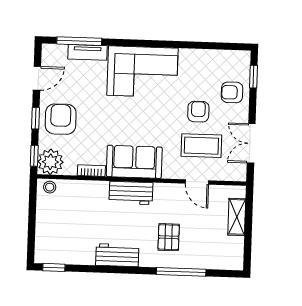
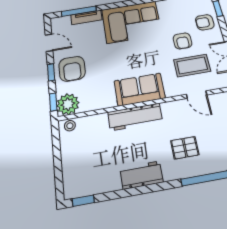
door: (37, 78) -> (49, 43), hinge flipped
armchair: (198, 112) -> (182, 41), turned 180
armchair: (61, 119) -> (72, 69), turned 180
bookcase: (91, 171) -> (104, 104), removed
workbench: (131, 193) -> (135, 117), width x1.38
pallet: (169, 237) -> (185, 148), turned 90

